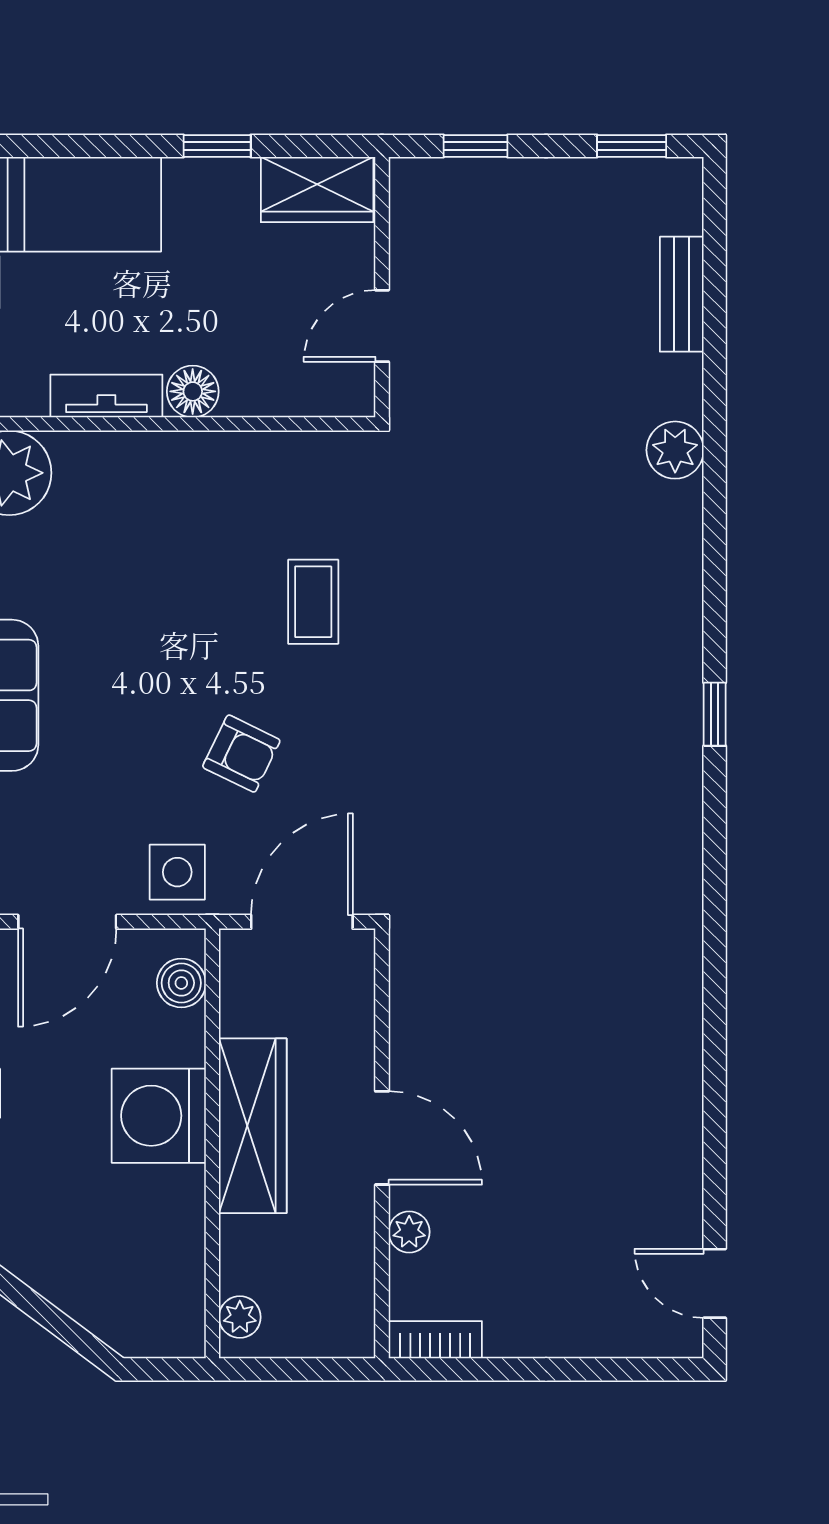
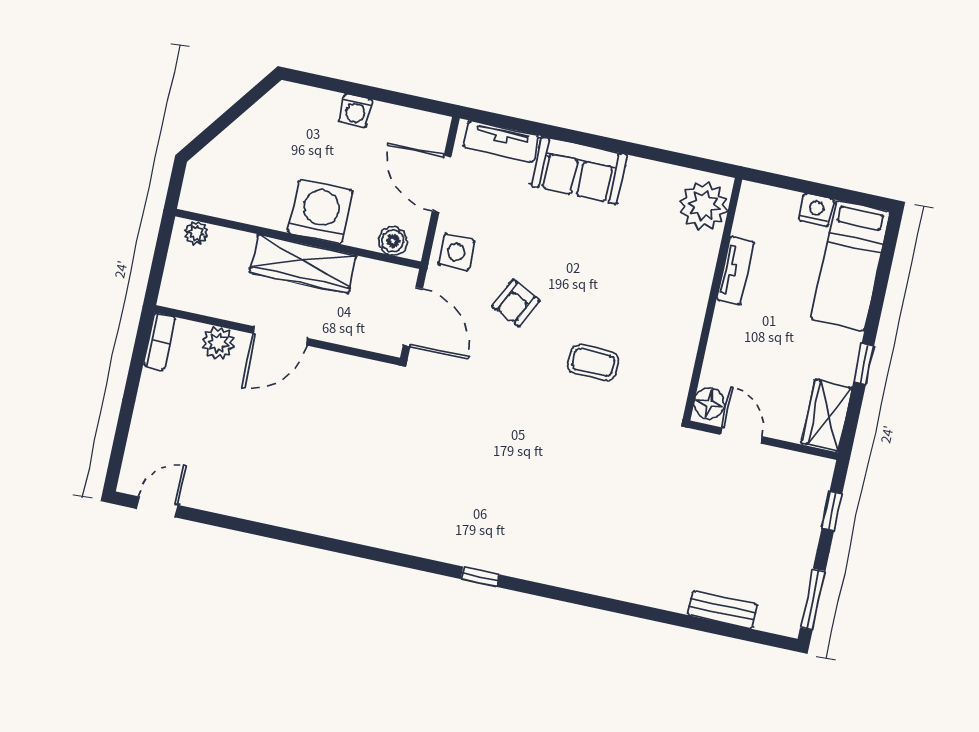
window: (632, 146) -> (813, 599), width x1.50
floor lamp: (193, 391) -> (709, 403), moved
plant: (675, 450) -> (635, 587), removed
plant: (409, 1232) -> (218, 343), width x1.38, depth x1.38

